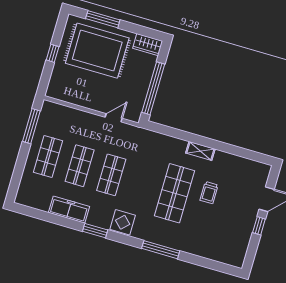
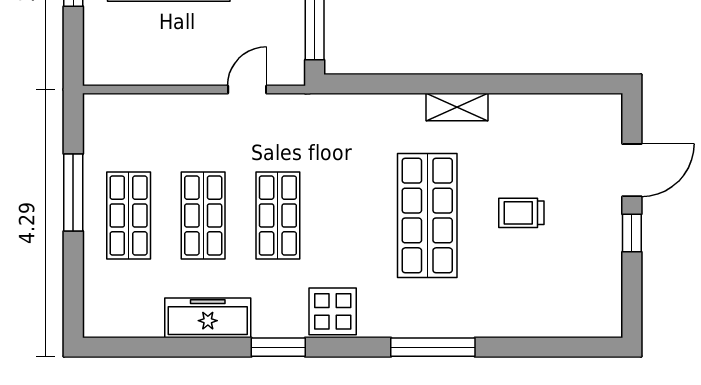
window: (31, 126) -> (73, 192), moved
trolley: (209, 193) -> (521, 213), moved, turned 90

